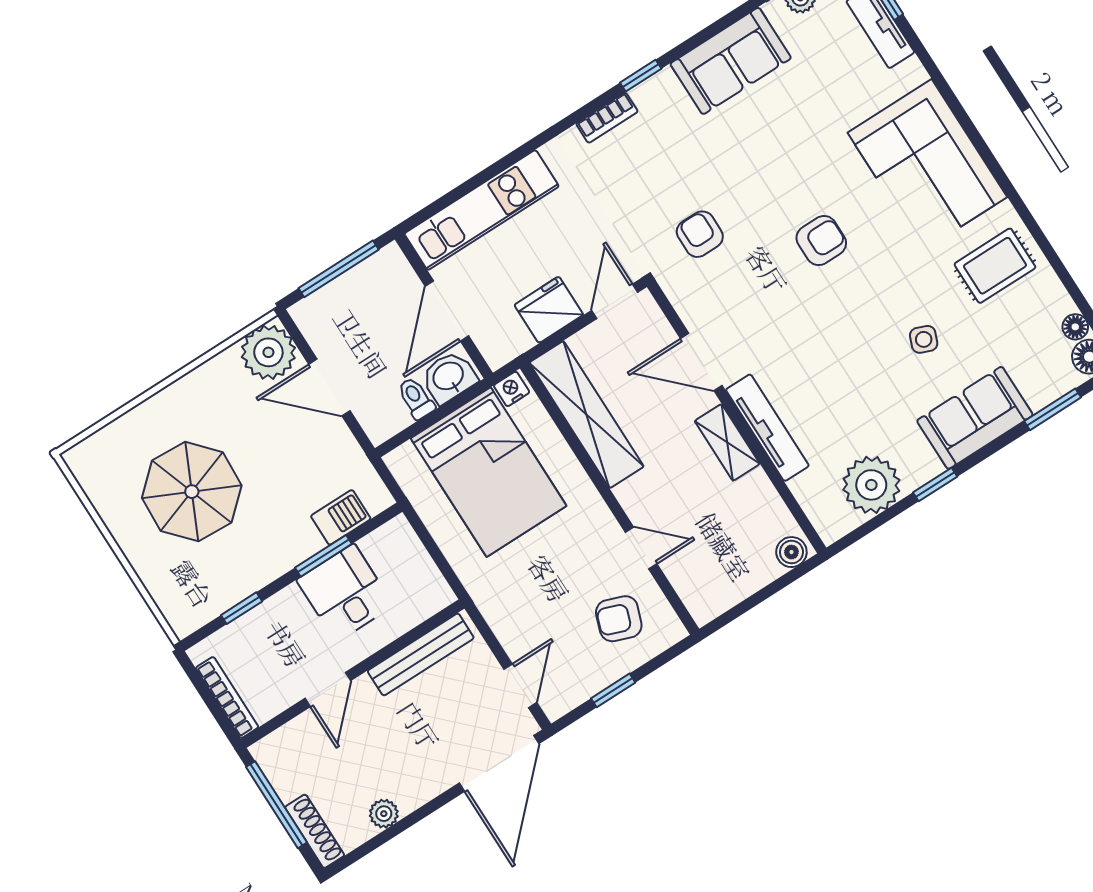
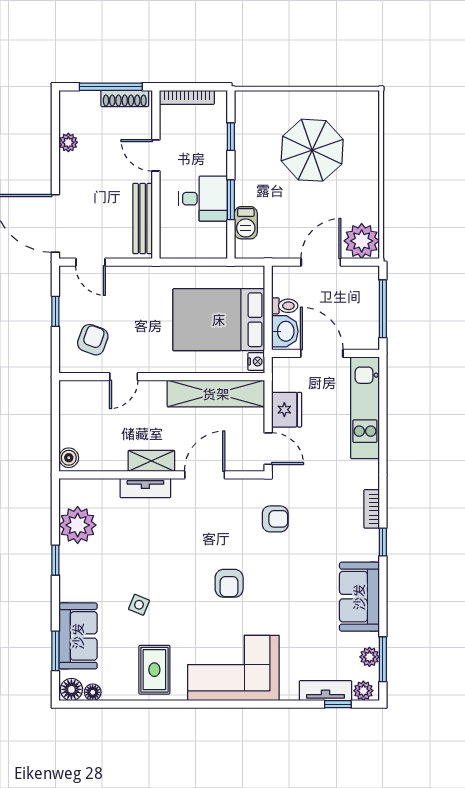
sofa: (975, 418) -> (78, 636), moved
tv unit: (767, 428) -> (145, 488), width x0.71
shoe rack: (315, 831) -> (125, 98), moved

